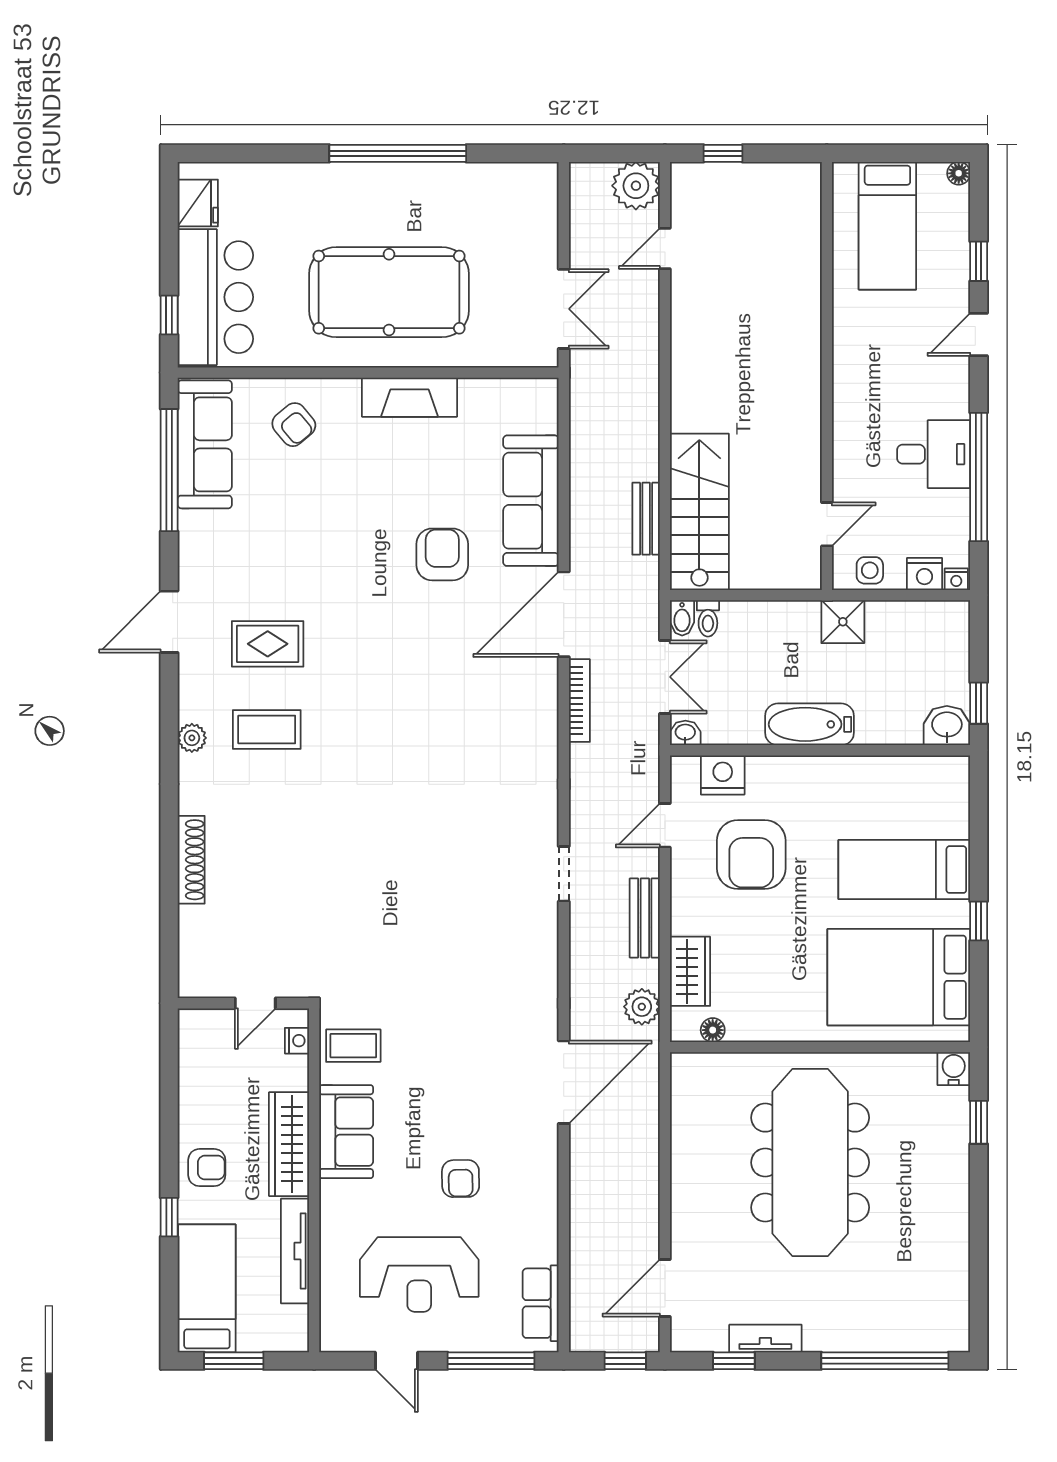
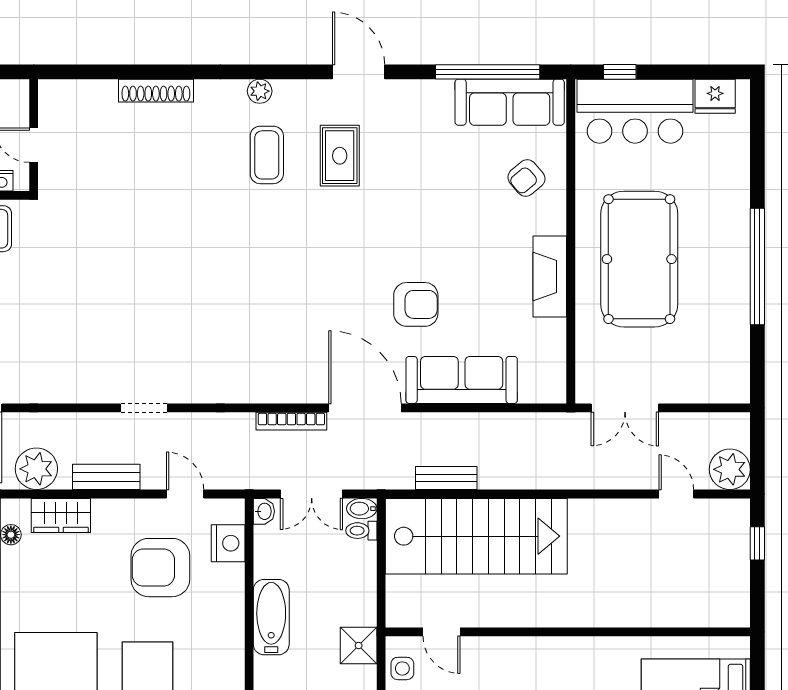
stairs: (699, 512) -> (476, 536), width x1.36, depth x1.51
plant: (642, 1007) -> (36, 469), width x1.36, depth x1.36

